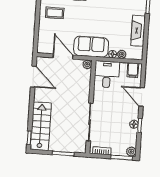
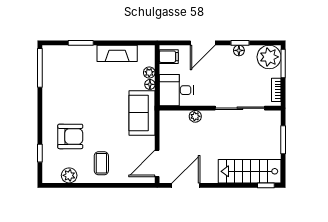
door: (63, 56) -> (157, 163), moved
plant: (87, 64) -> (195, 116), moved
plant: (131, 152) -> (269, 57), width x1.88, depth x1.88

